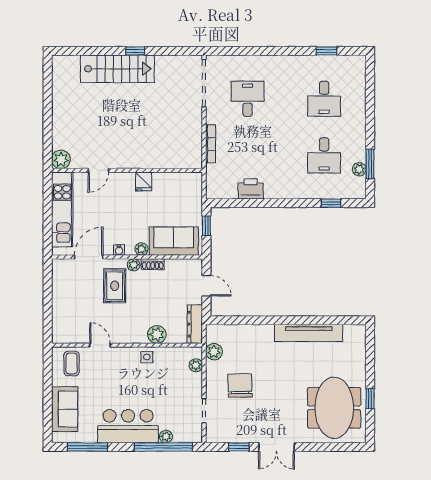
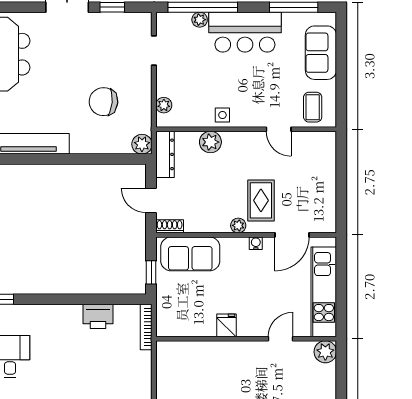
bookcase: (211, 144) -> (146, 327), moved
plant: (141, 249) -> (229, 244), removed
shoe rack: (153, 264) -> (170, 226), moved
plant: (214, 352) -> (142, 144), moved
chair: (240, 385) -> (103, 102), moved, turned 96

